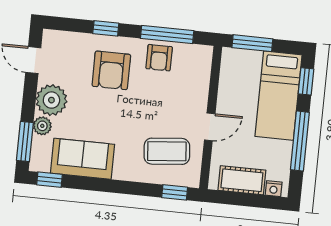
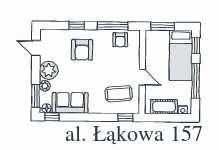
armchair: (159, 58) -> (120, 40), moved
door: (210, 127) -> (142, 77), hinge flipped
floor lamp: (42, 164) -> (47, 108), added

